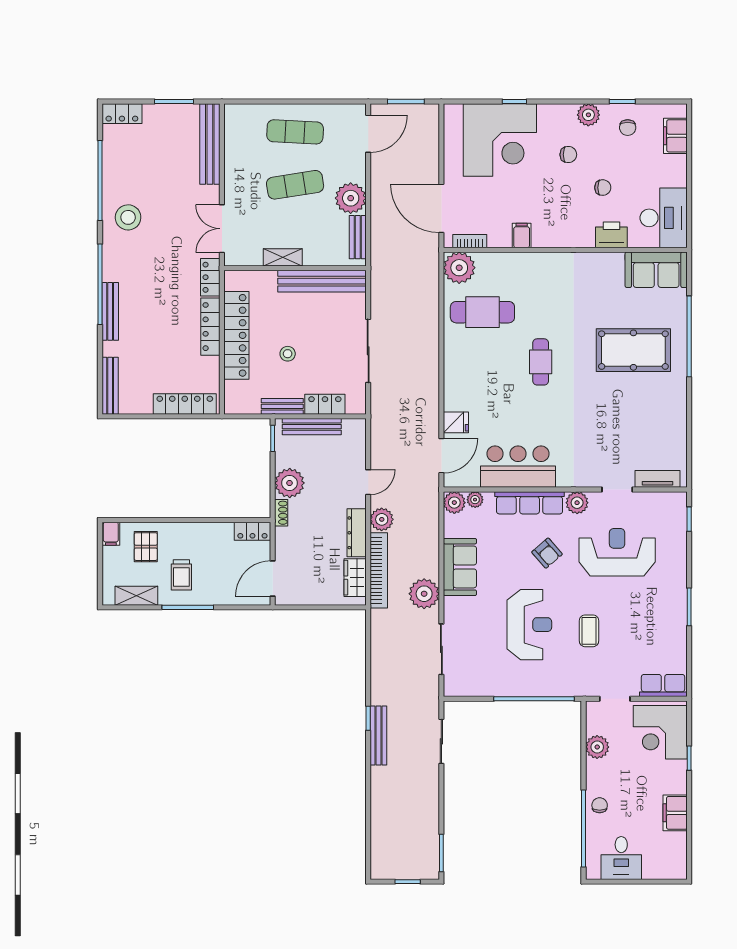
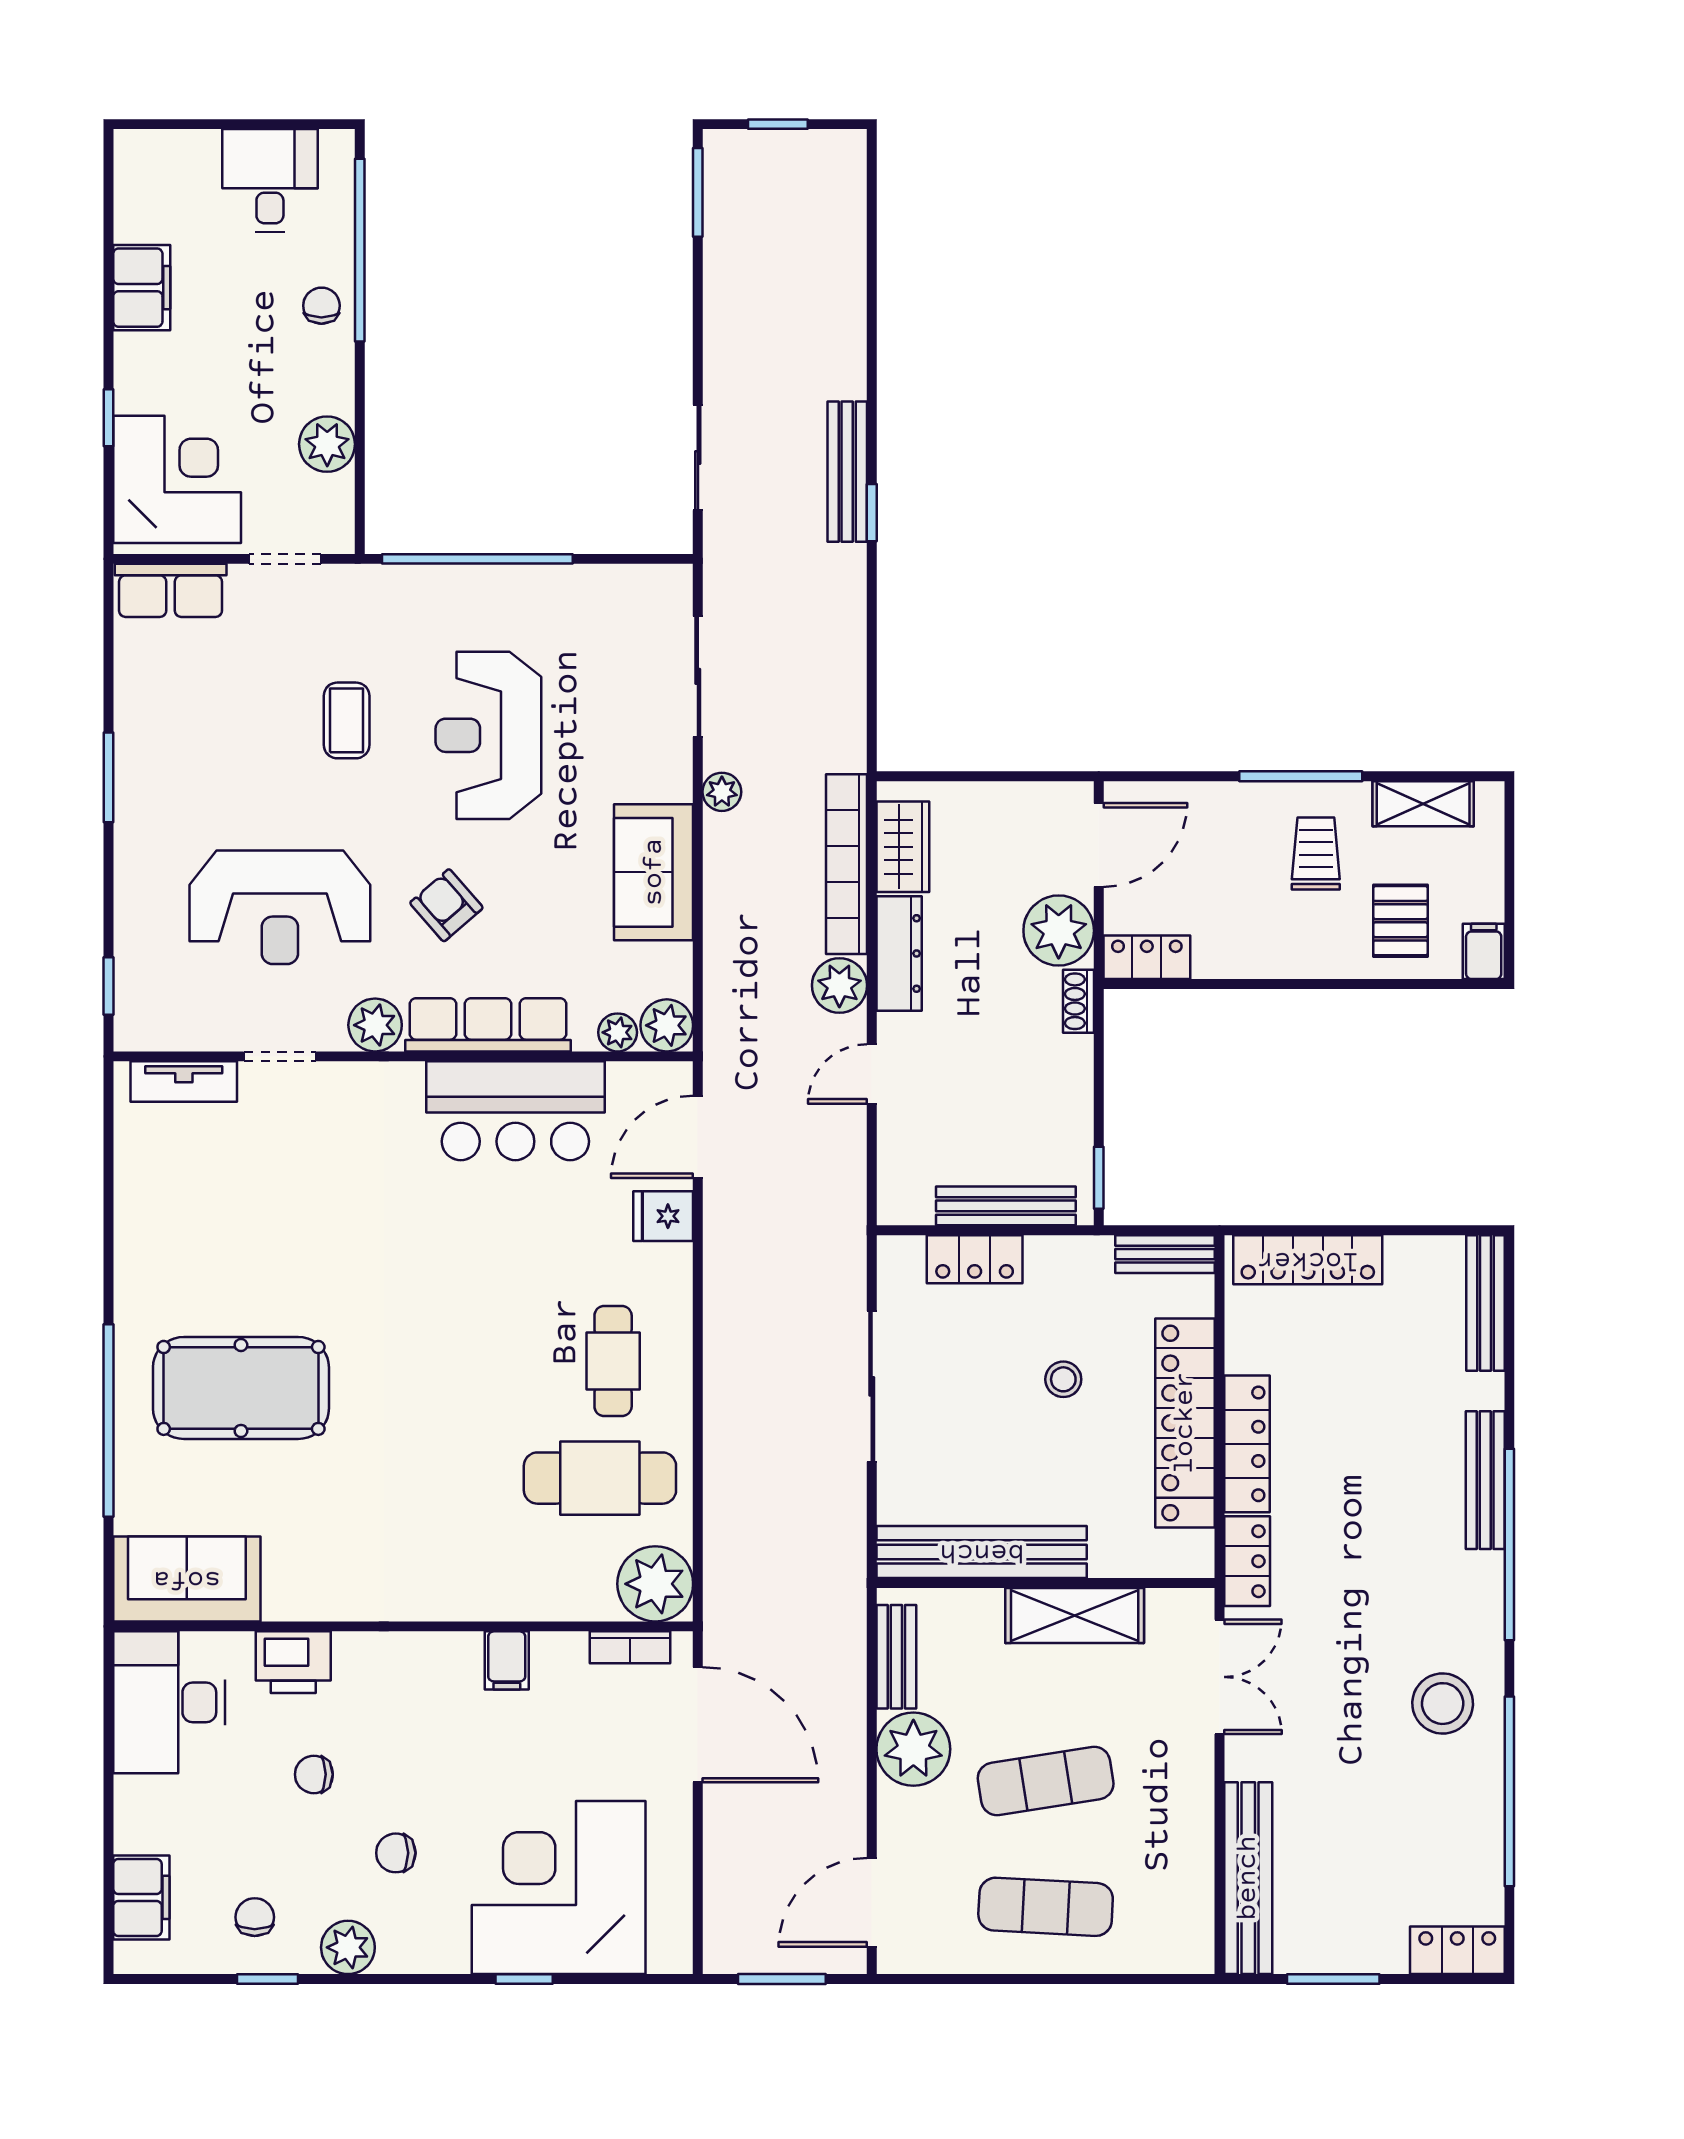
shelving: (283, 257) -> (1075, 1615), width x1.50, depth x1.33
cafe table: (541, 362) -> (613, 1361), moved
bench: (282, 406) -> (1165, 1254), moved
plant: (290, 483) -> (1059, 931), moved
plant: (424, 594) -> (722, 792), width x0.53, depth x0.53
chair: (600, 805) -> (321, 306), turned 180

